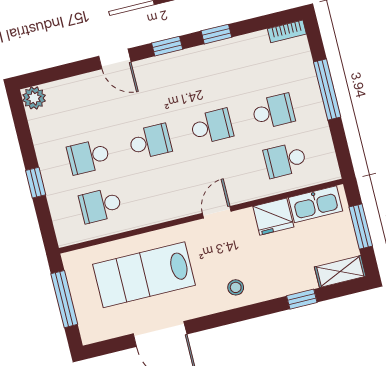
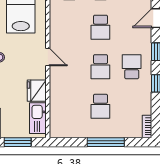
school desk: (285, 160) -> (132, 67), moved

